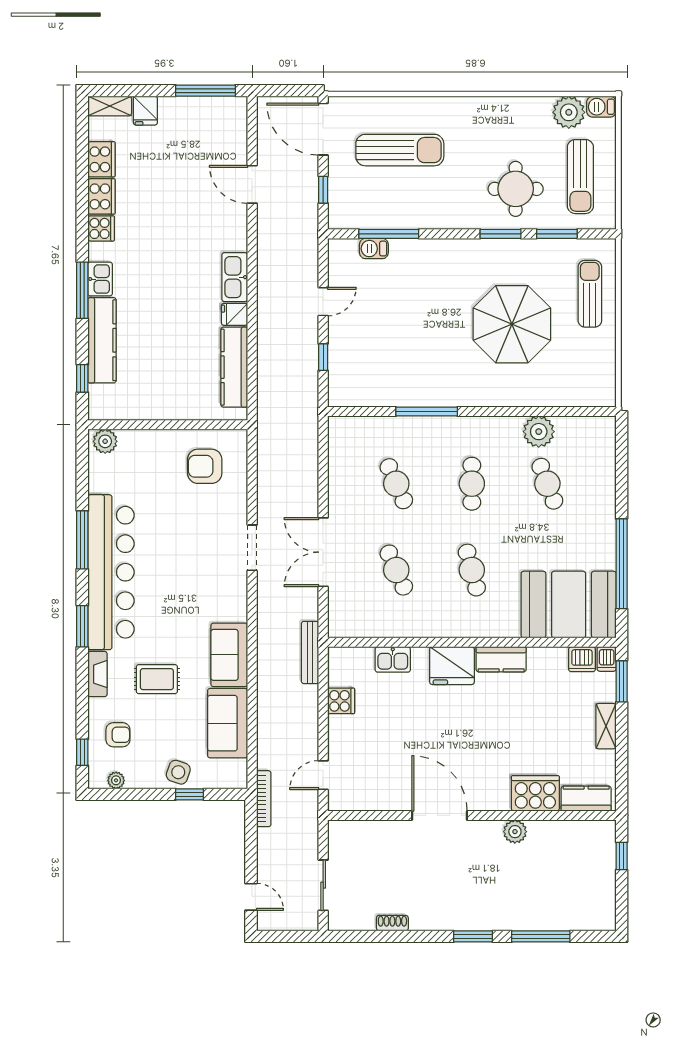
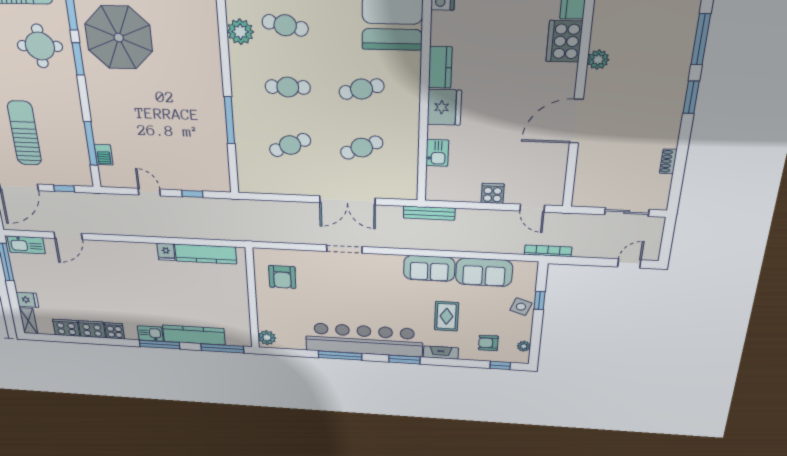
kitchen sink: (235, 277) -> (26, 245), moved
parasol: (512, 324) -> (119, 38), moved
window: (82, 378) -> (222, 348), width x2.17
cafe table: (547, 484) -> (285, 25), turned 33
cooker: (341, 701) -> (493, 193), moved
armchair: (118, 735) -> (488, 343), turned -90

